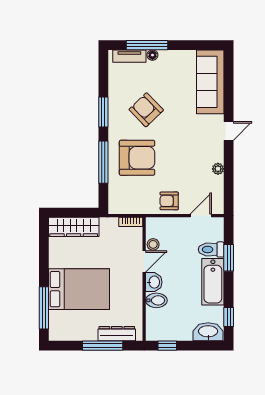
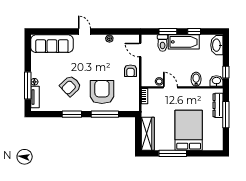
washbasin: (154, 282) -> (216, 81), moved
window: (44, 308) -> (173, 153), moved
window: (229, 317) -> (194, 32), moved

